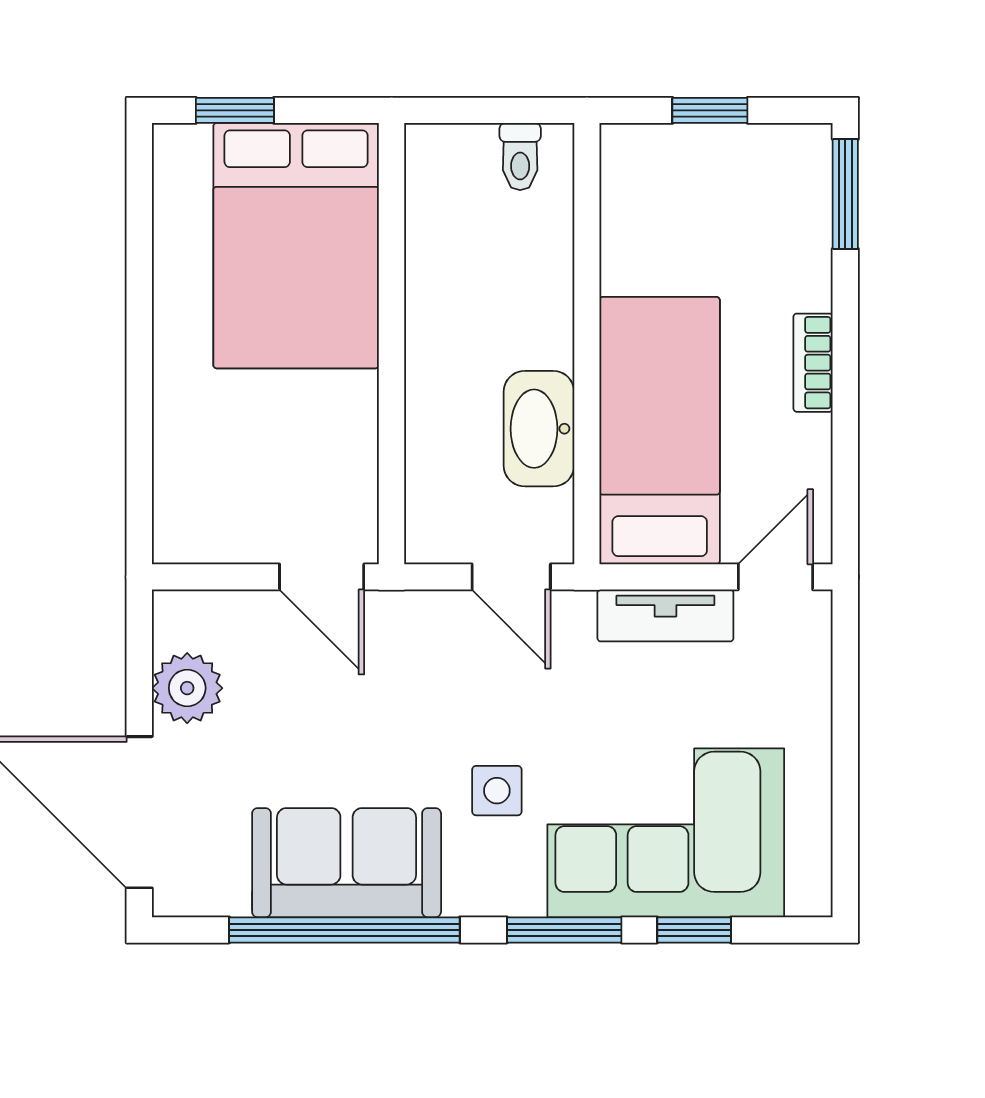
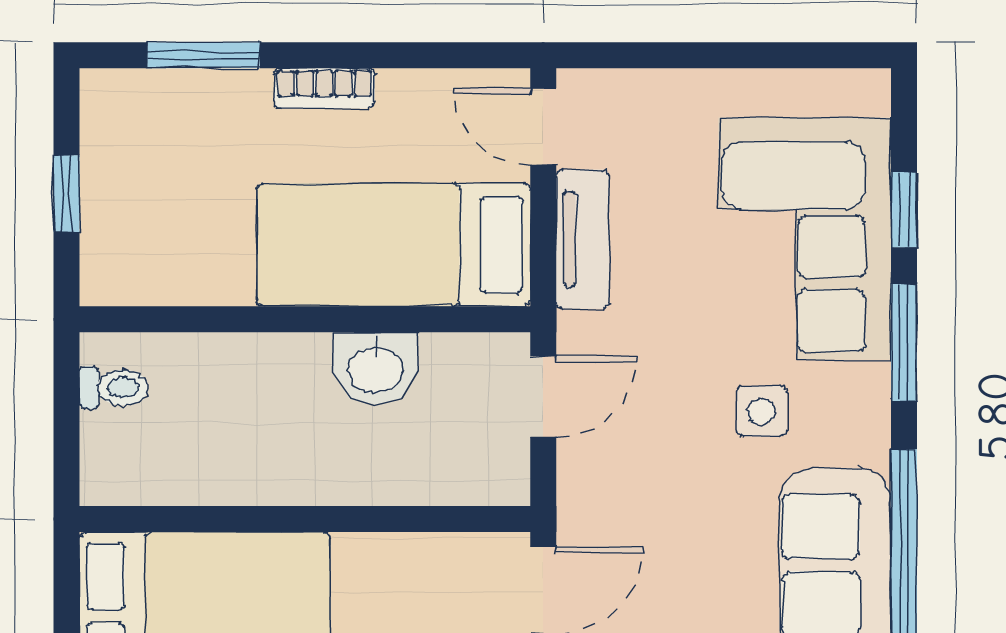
window: (845, 194) -> (204, 55), moved
washbasin: (539, 429) -> (375, 368), width x0.72

